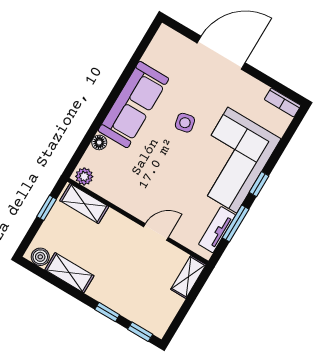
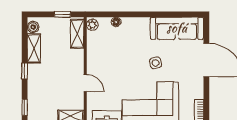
sofa: (133, 105) -> (177, 28), moved
window: (107, 312) -> (25, 71), moved

